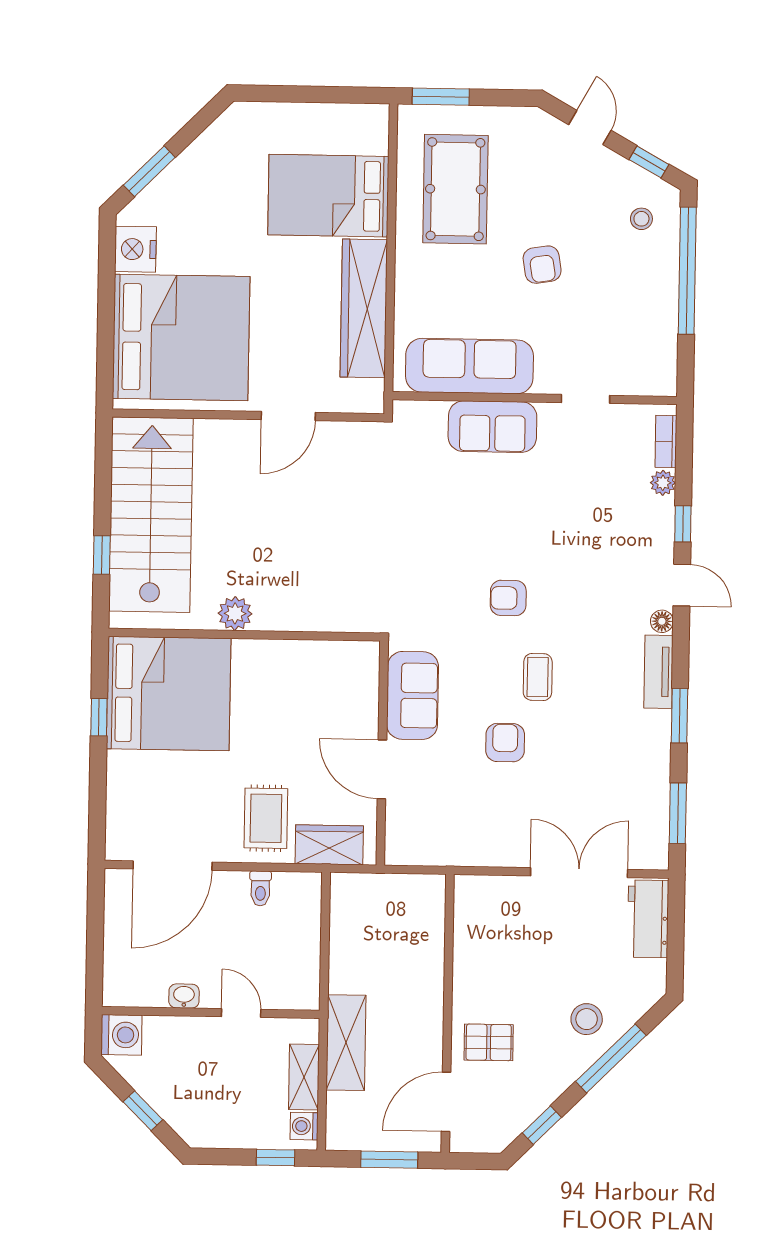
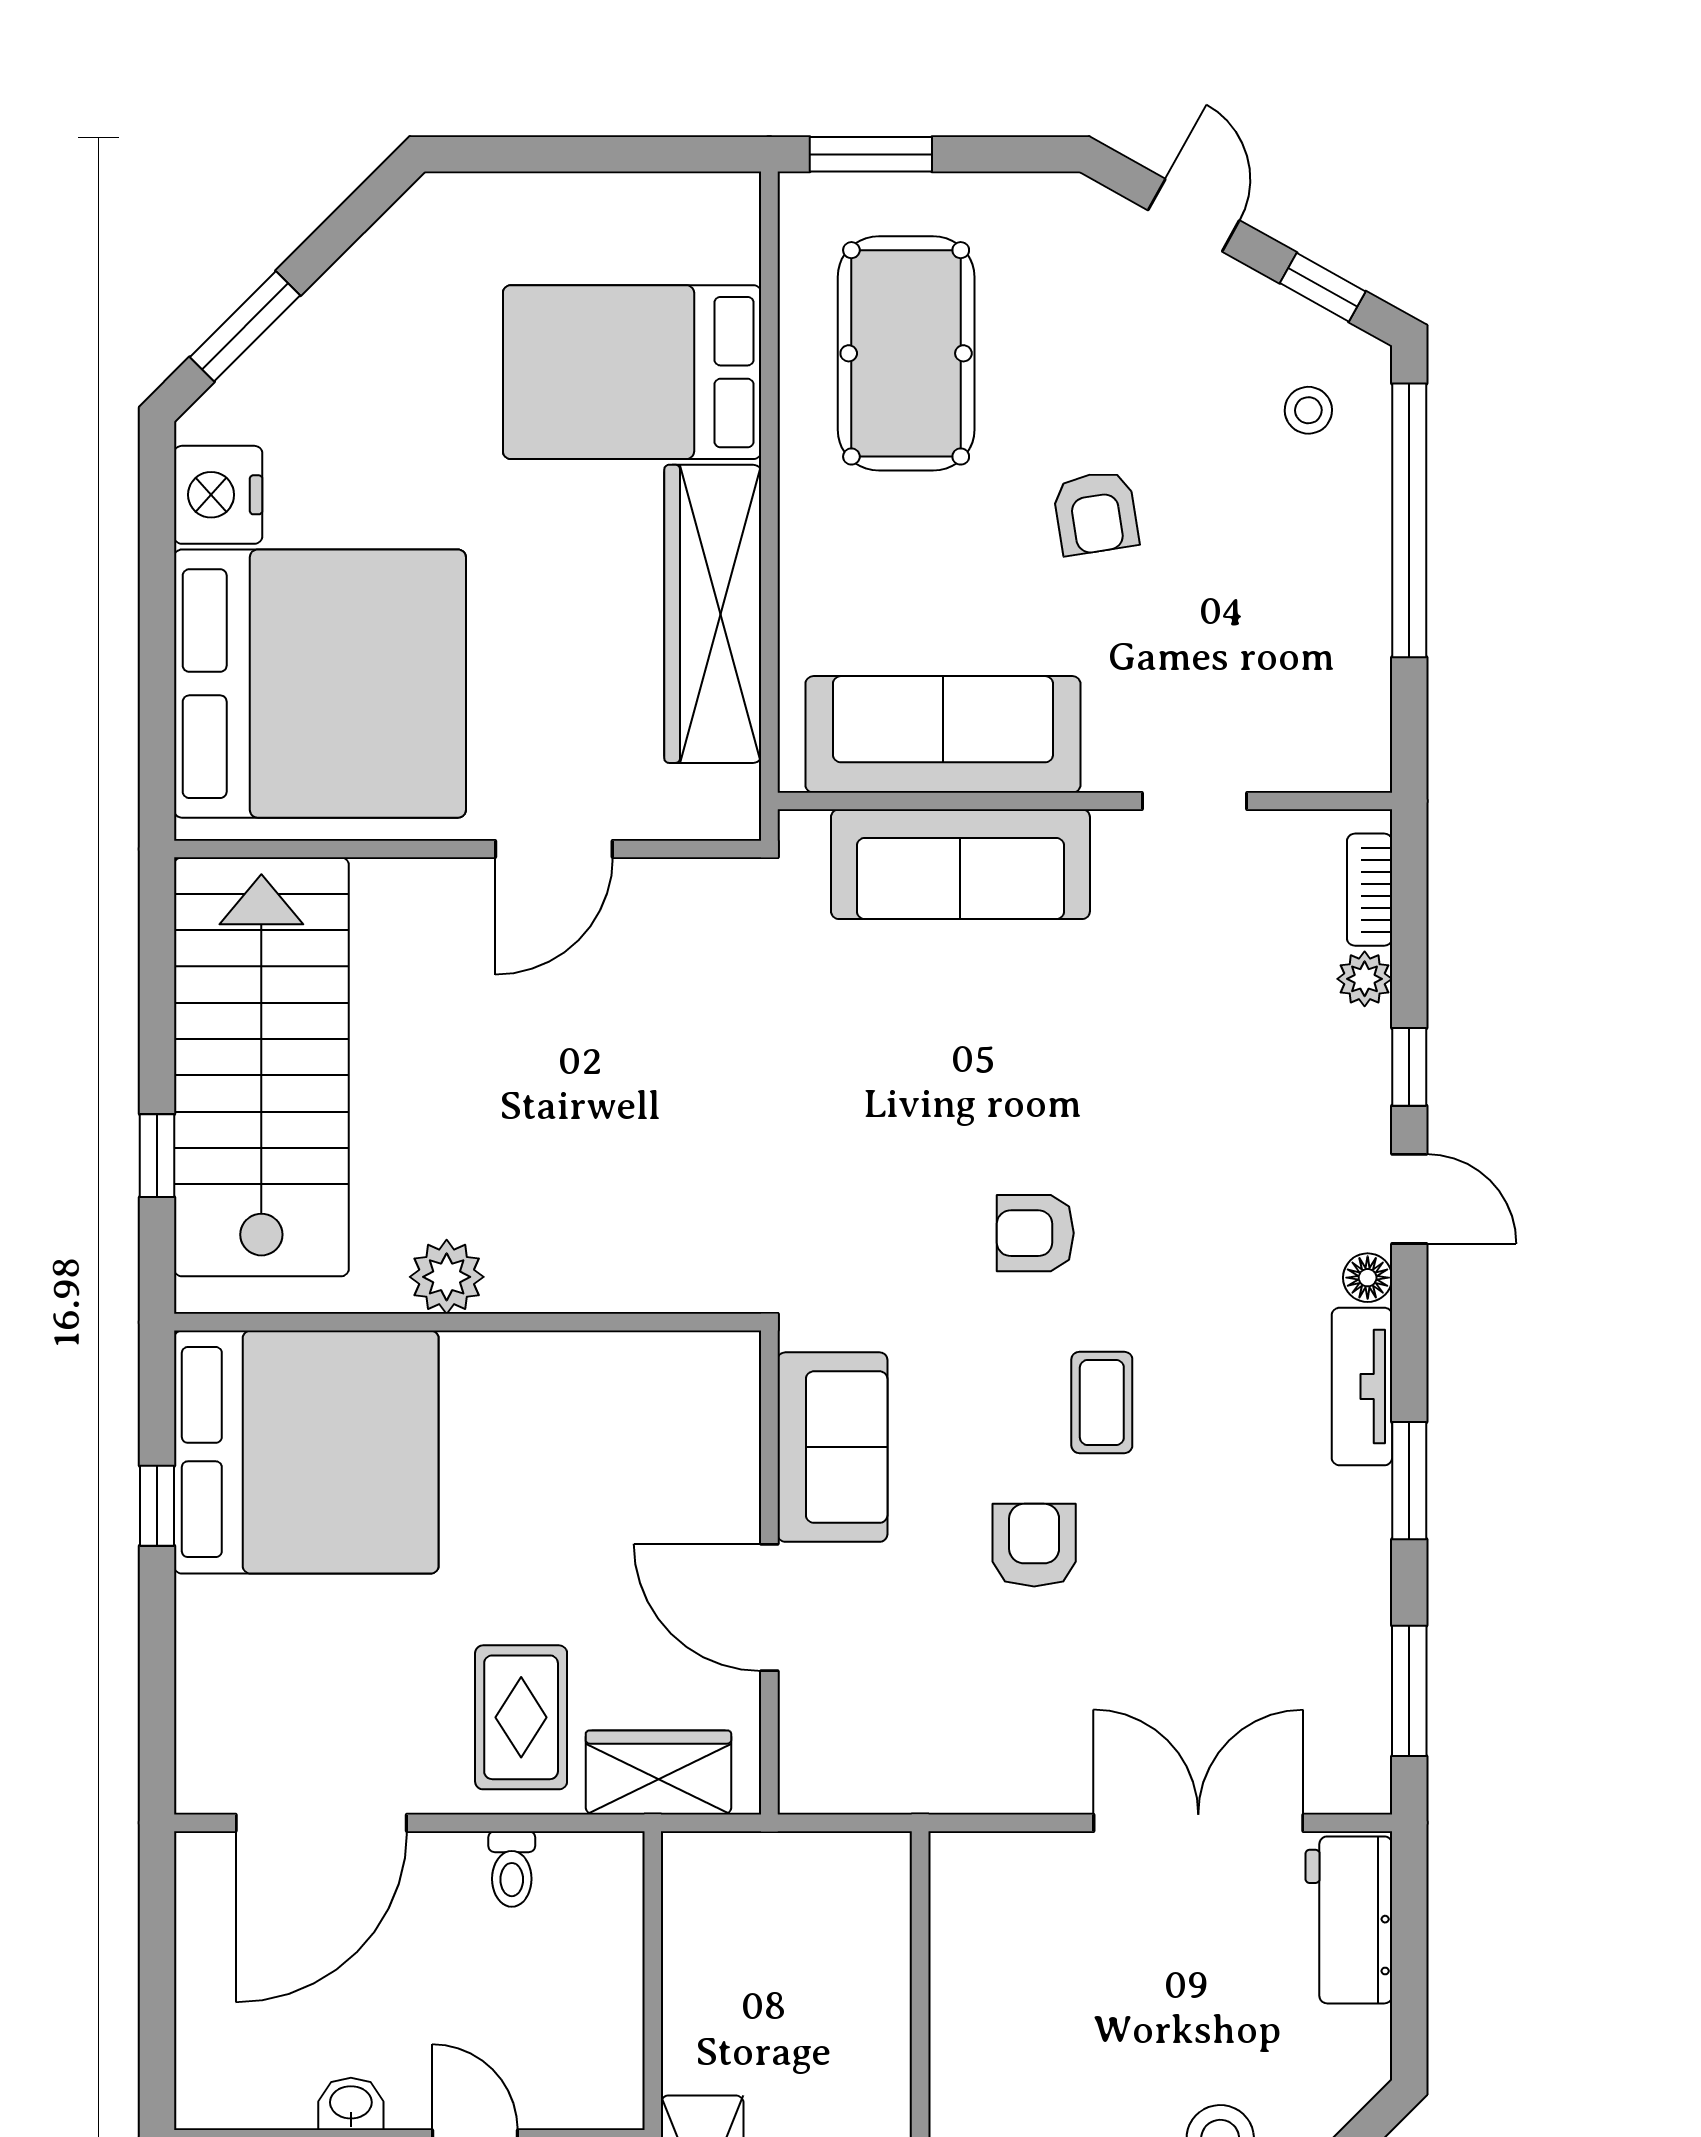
sofa: (492, 427) -> (960, 864), width x1.36

